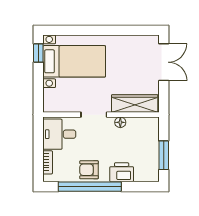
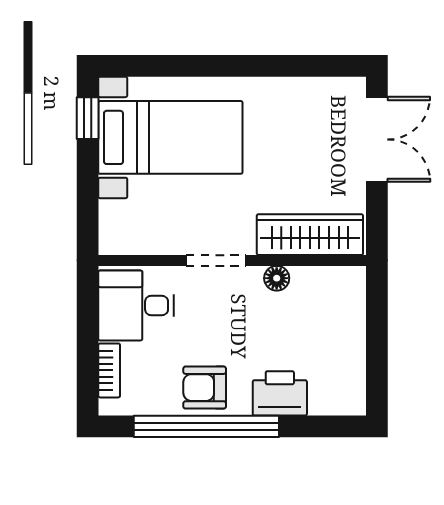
window: (164, 155) -> (377, 354), removed

